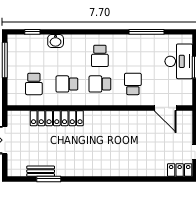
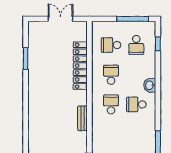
washbasin: (56, 41) -> (150, 85), moved
school desk: (133, 84) -> (136, 45), moved, turned 90
bench: (41, 171) -> (82, 118), moved

